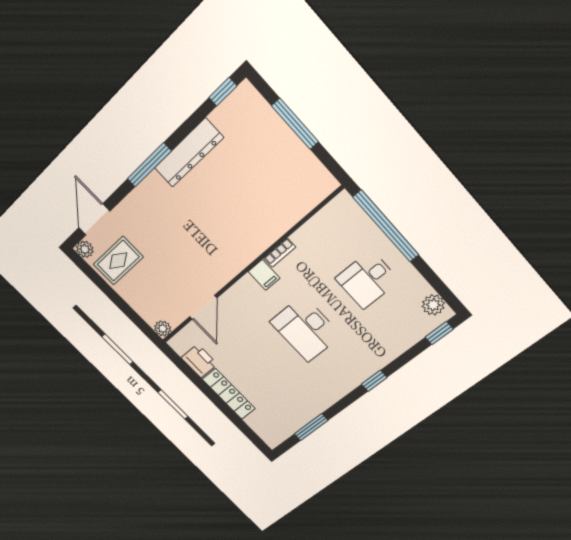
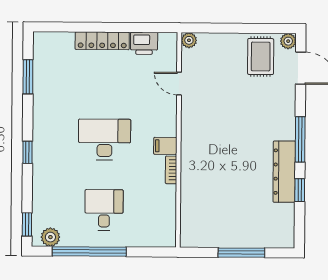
window: (223, 92) -> (300, 190), moved
window: (386, 226) -> (89, 252), moved
door: (203, 307) -> (179, 84), width x0.73

